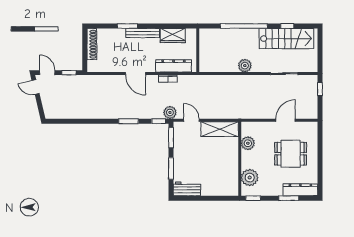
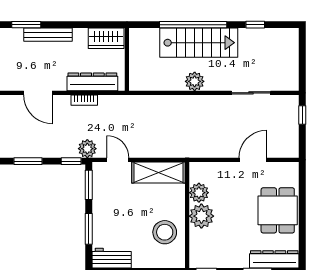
wardrobe: (173, 36) -> (106, 38), moved
stairs: (286, 39) -> (199, 43), moved
dining table: (291, 154) -> (278, 210), moved, turned 90
stool: (224, 171) -> (165, 232), added
plant: (250, 178) -> (201, 216), moved

